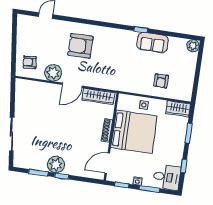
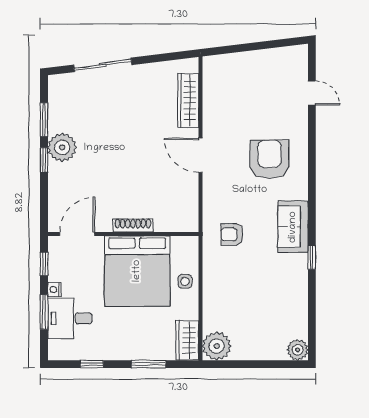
sofa: (153, 42) -> (293, 227), moved
armchair: (30, 62) -> (229, 77), removed
plant: (53, 73) -> (217, 346), moved
armchair: (161, 81) -> (232, 234), moved
wardrobe: (98, 96) -> (188, 101), moved
door: (107, 163) -> (77, 234), hinge flipped
desk: (167, 177) -> (70, 318), moved, turned 90

